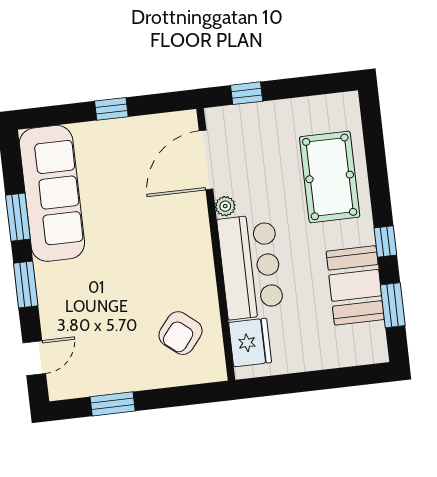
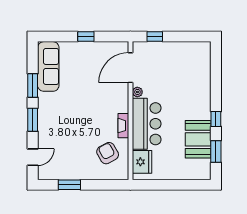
pool table: (330, 177) -> (192, 83), removed
sofa: (52, 193) -> (48, 66), width x0.74, depth x0.79
fireplace: (205, 275) -> (123, 126), added
armchair: (180, 333) -> (108, 153), turned 112

